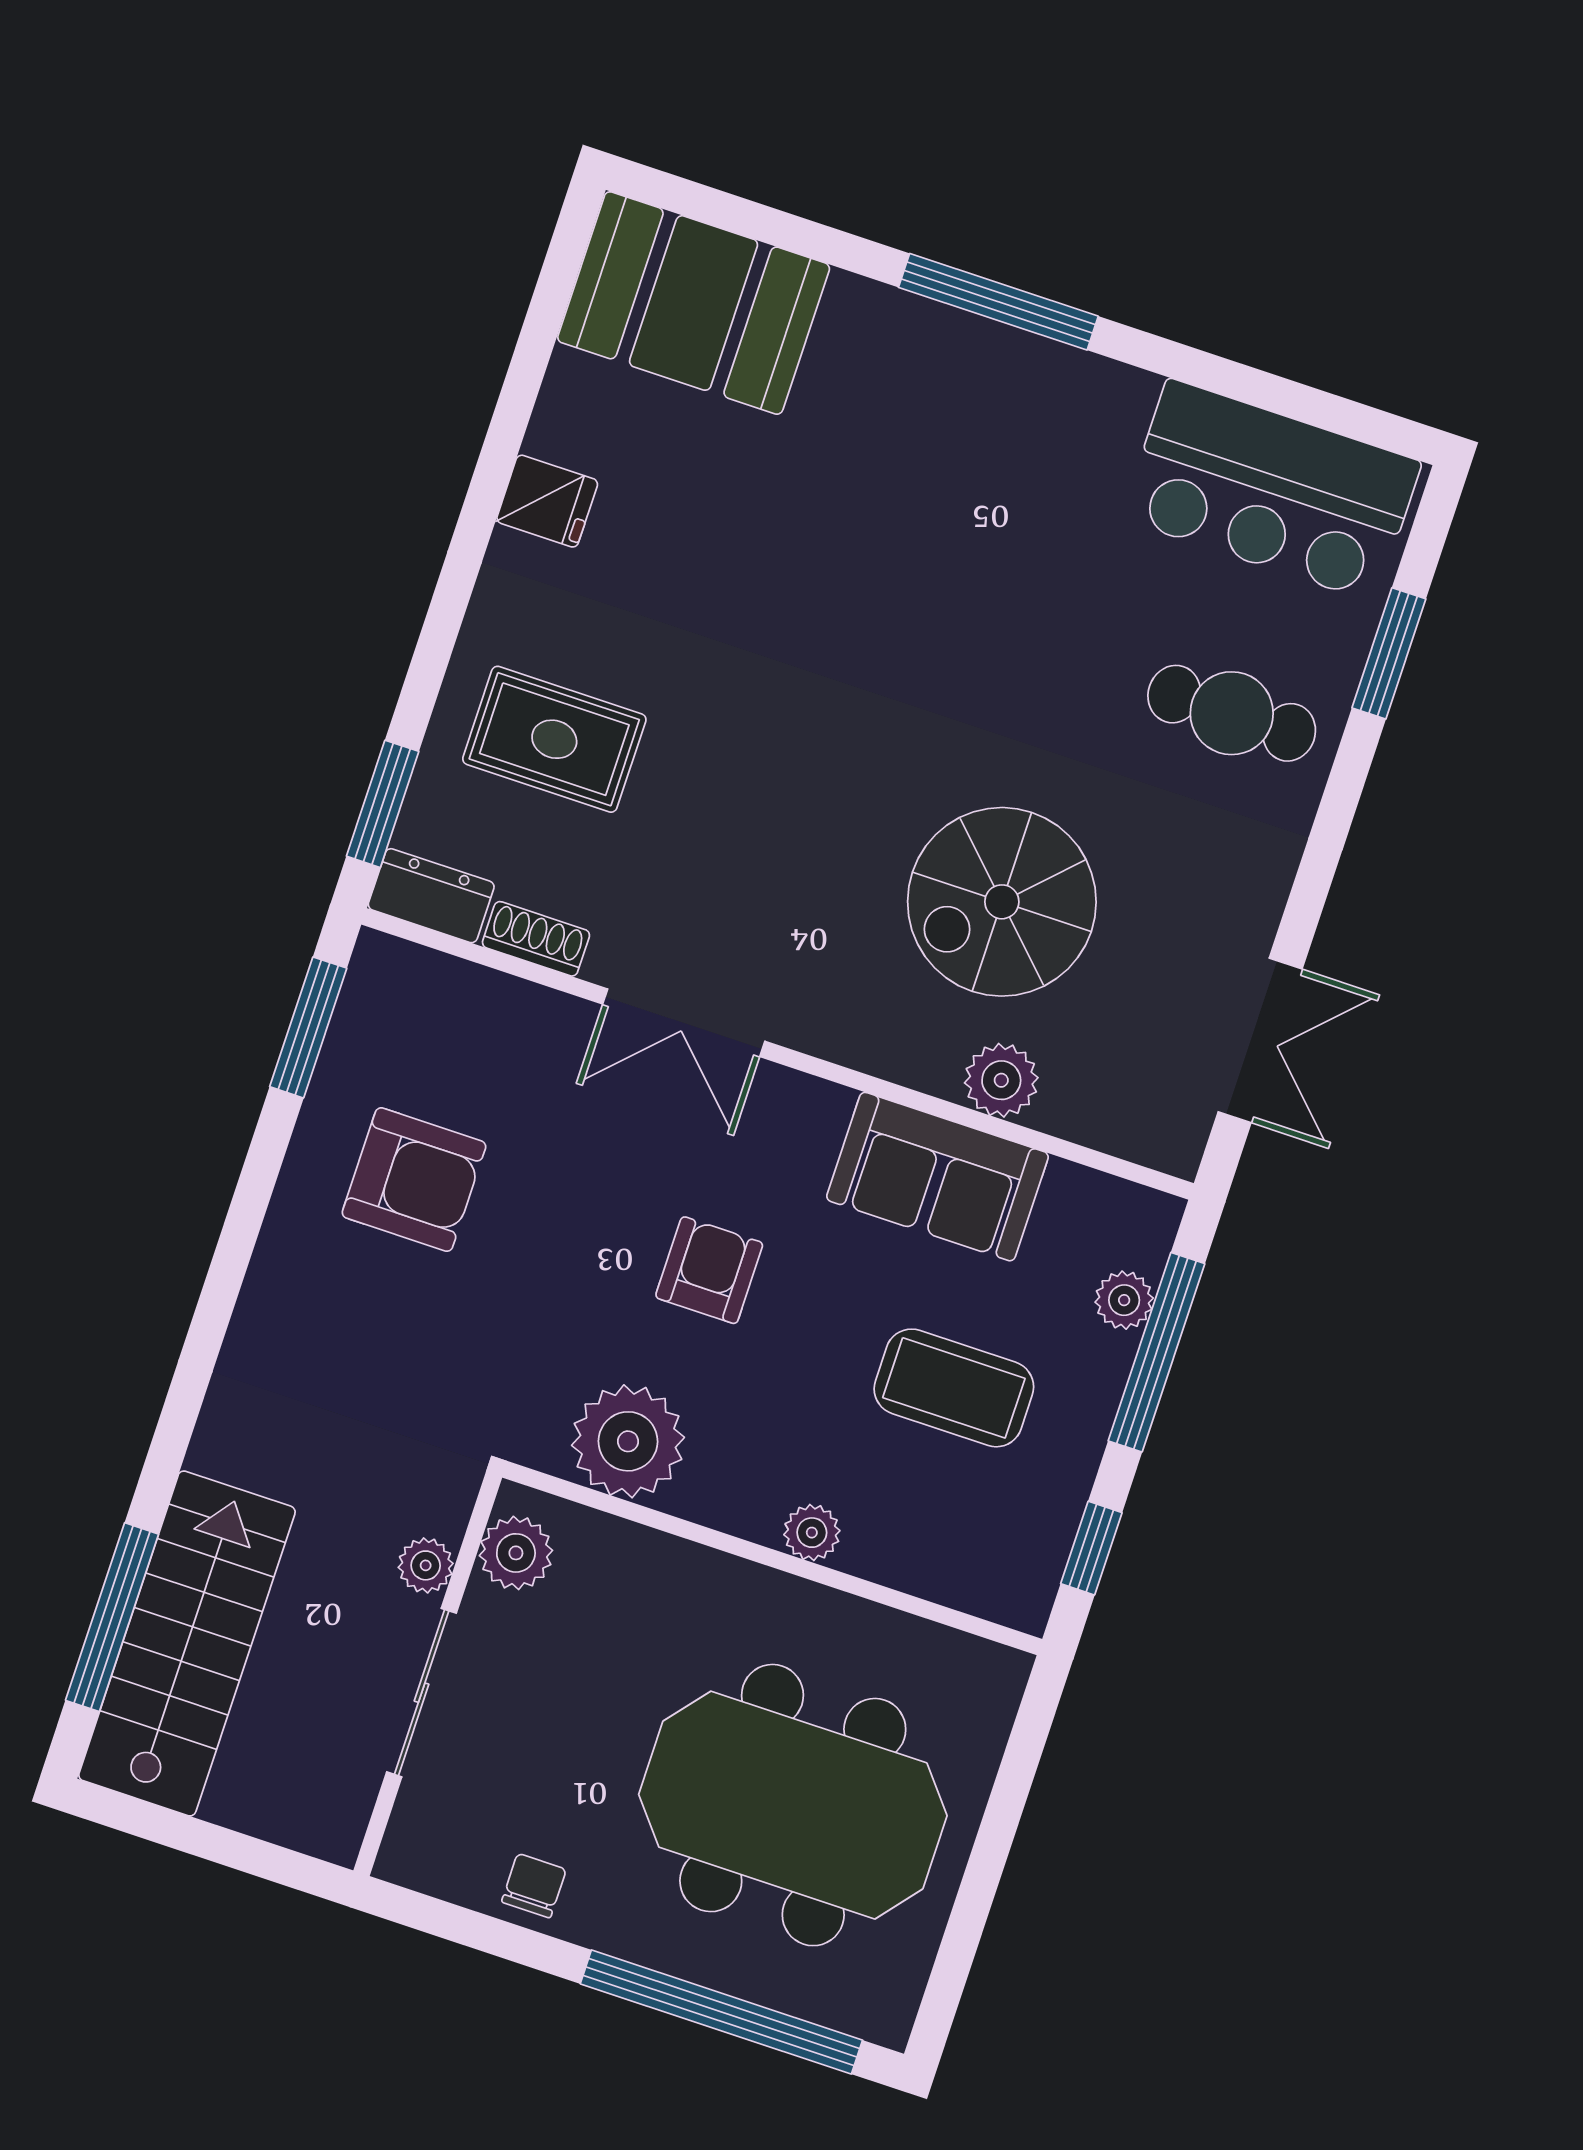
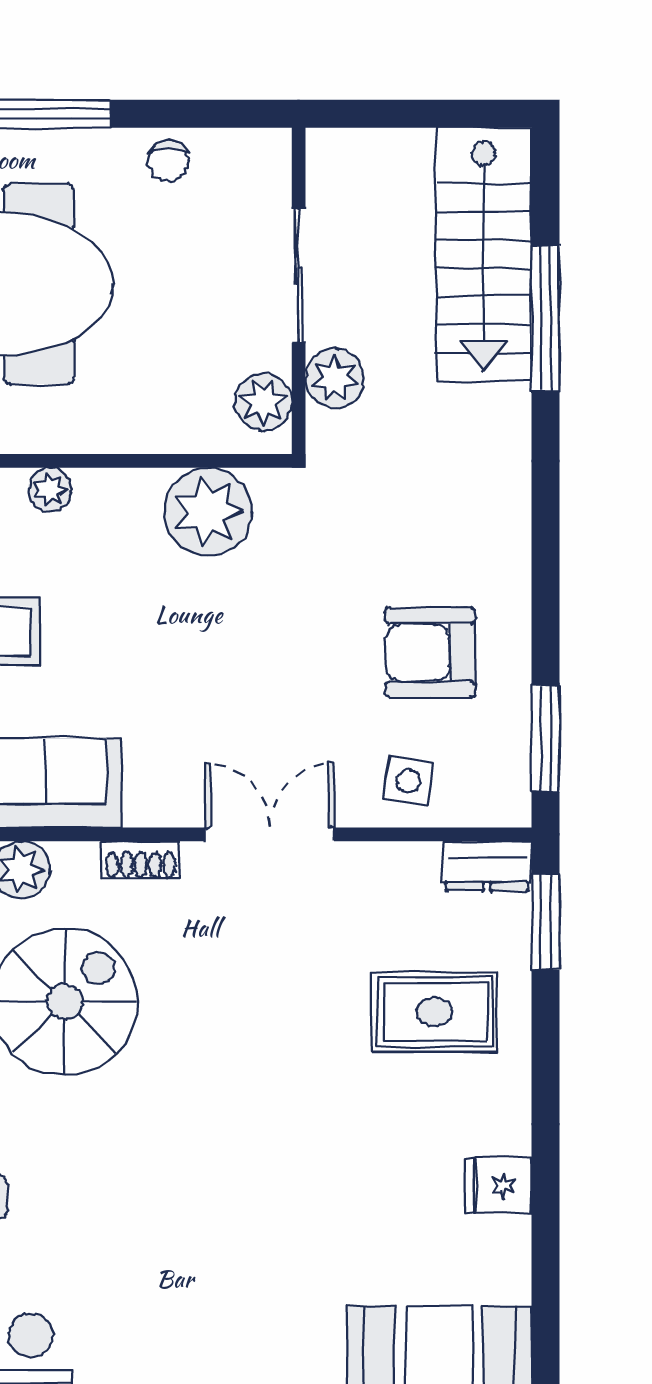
shoe rack: (536, 939) -> (141, 860), moved
side table: (493, 1032) -> (408, 781), added
armchair: (709, 1270) -> (190, 658), removed
plant: (426, 1565) -> (335, 379), width x1.38, depth x1.38
window: (112, 1617) -> (545, 318), moved

